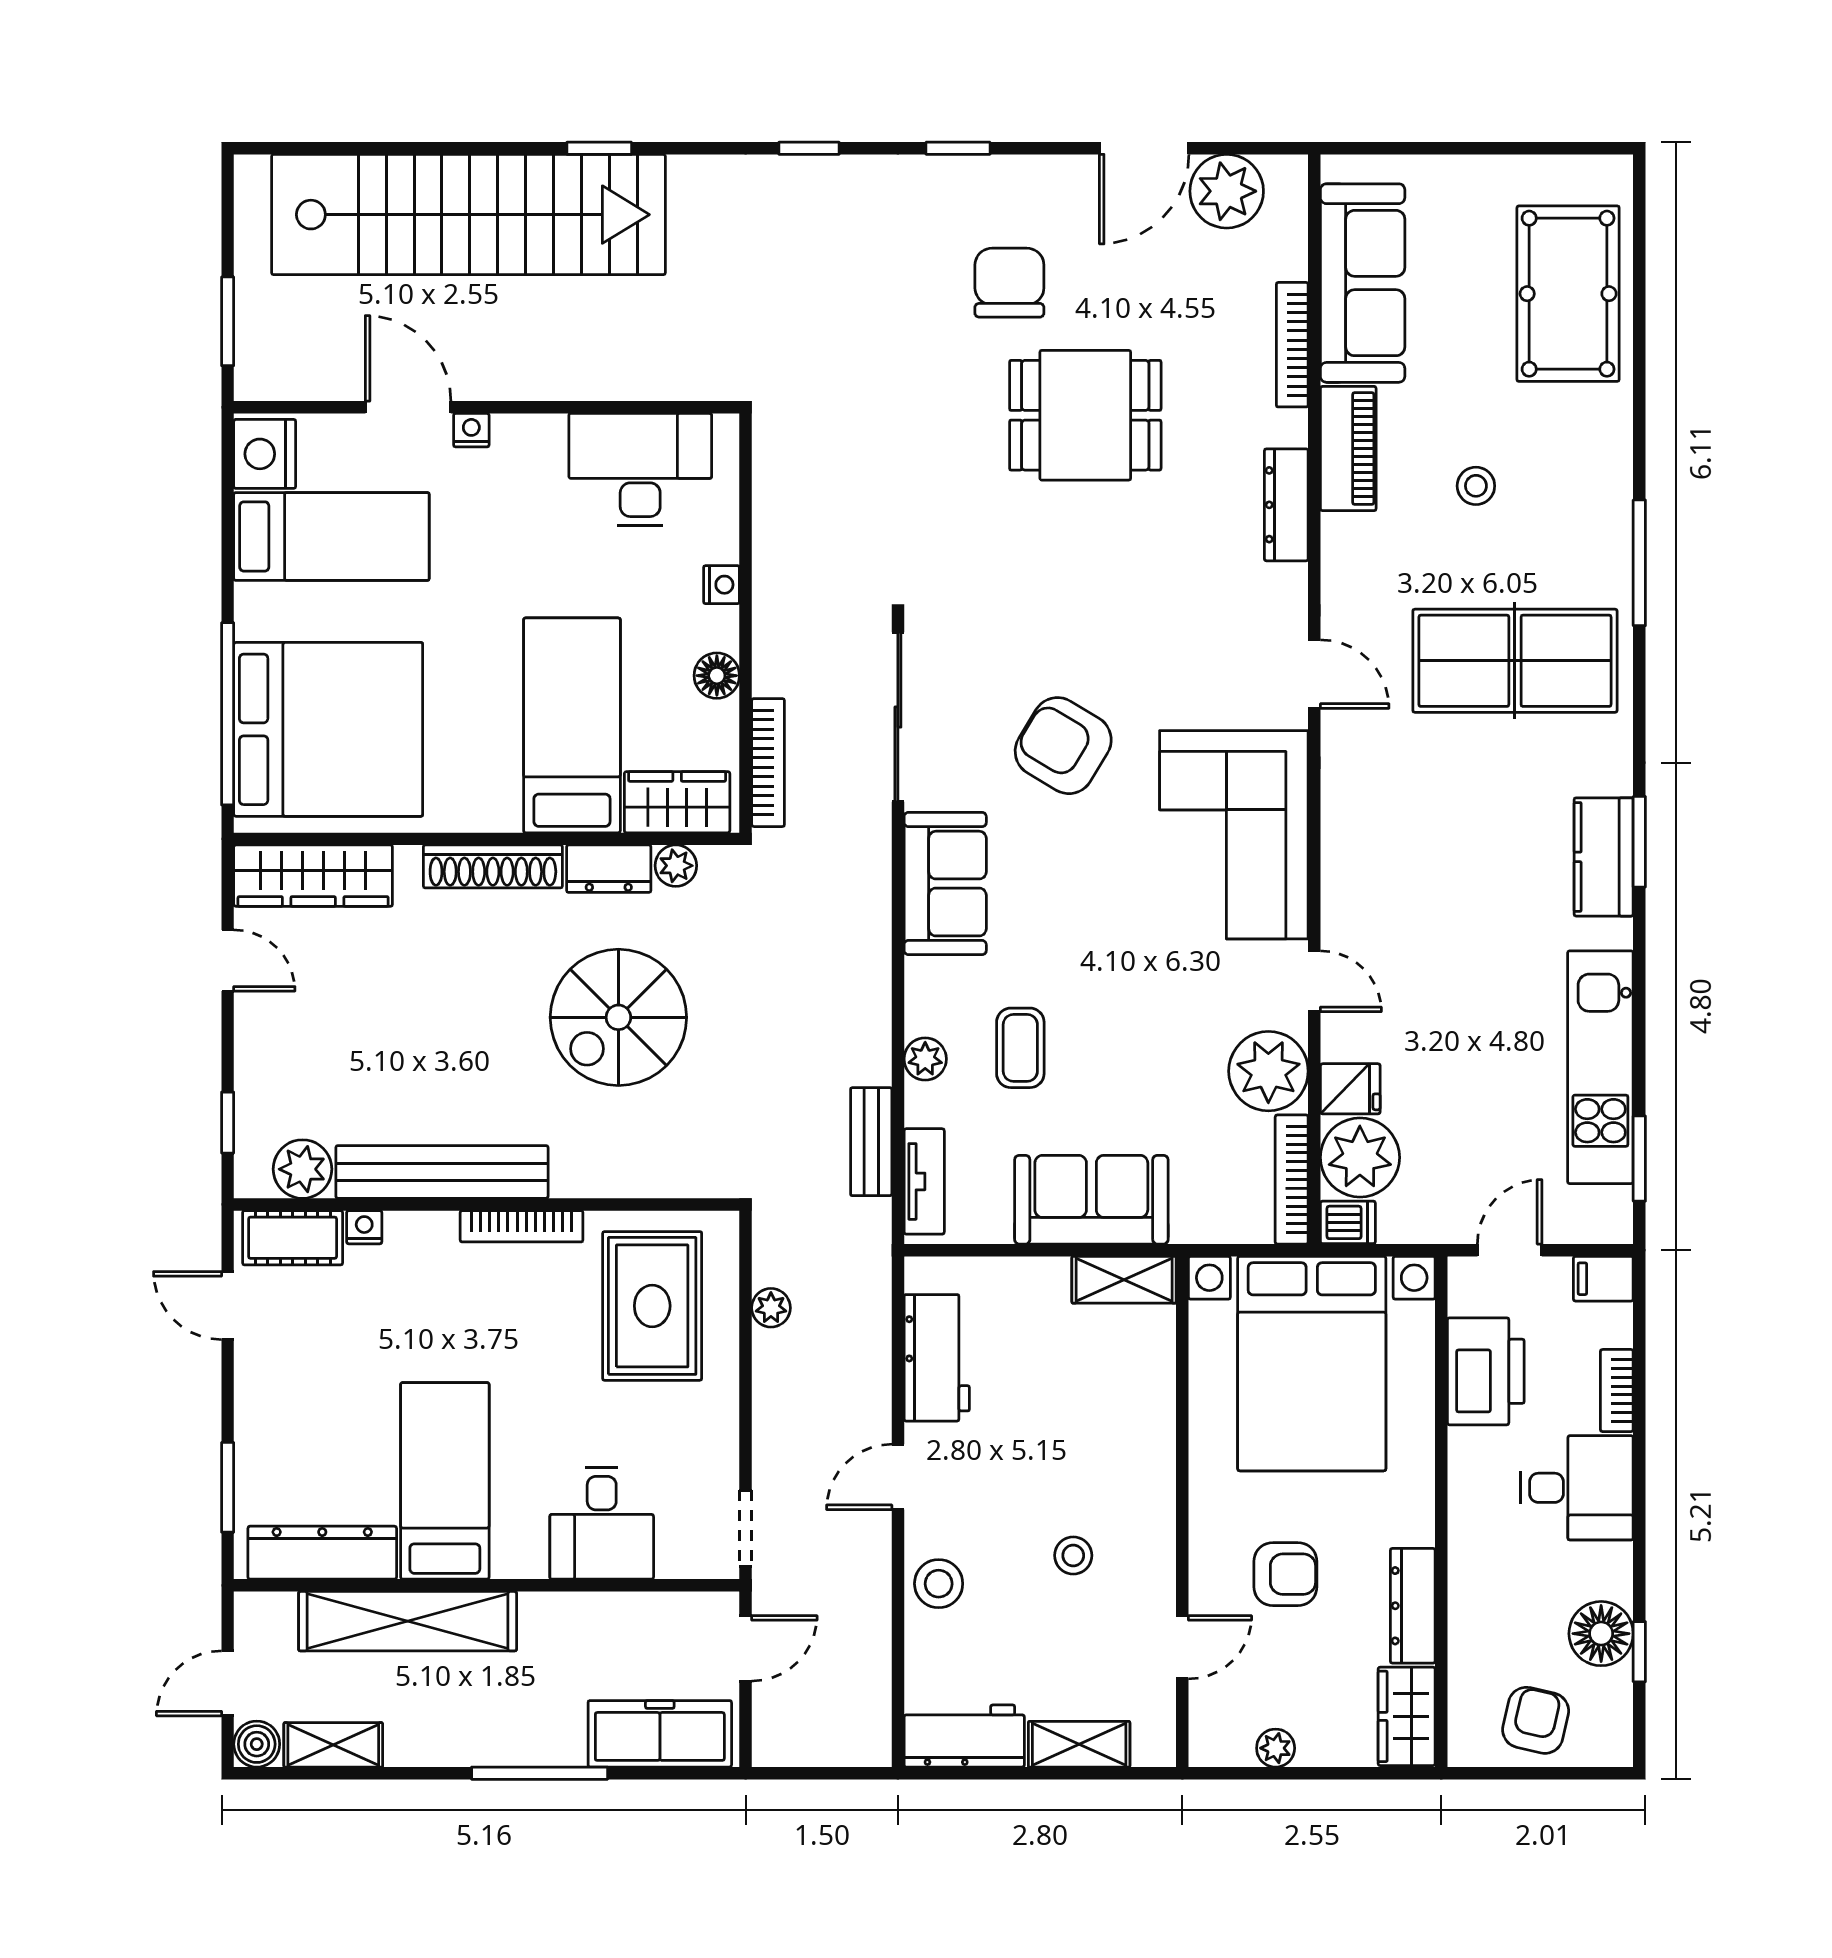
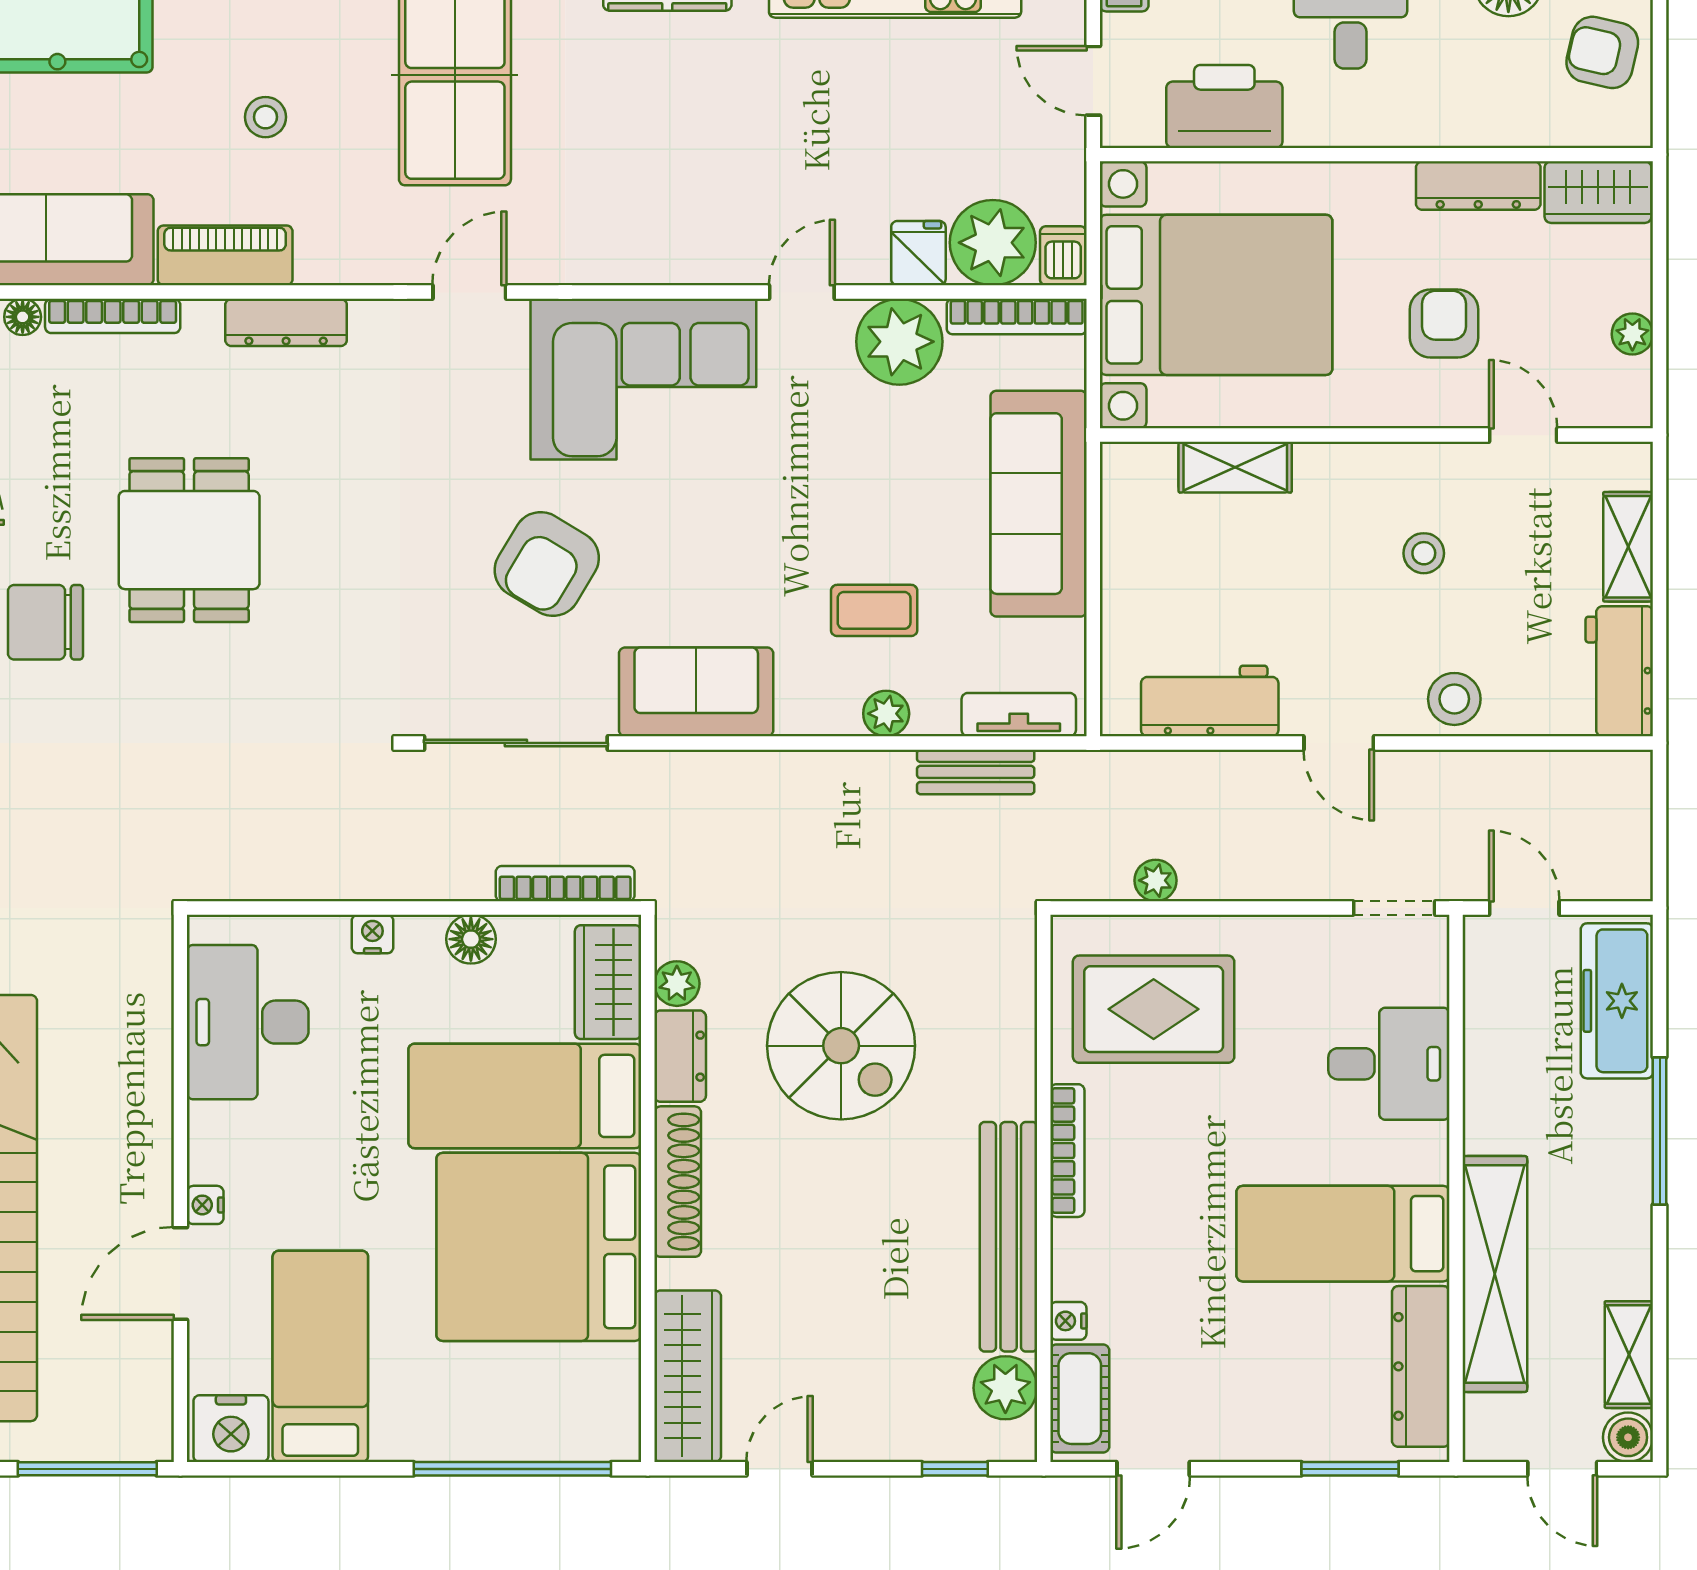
floor lamp: (1291, 261) -> (23, 317), added
window: (228, 321) -> (87, 1469), width x1.44
bed: (328, 729) -> (539, 1247), moved, turned -90
sofa: (1091, 1200) -> (1039, 504), width x1.36
shelving: (1124, 1280) -> (1235, 467), moved, turned 90

